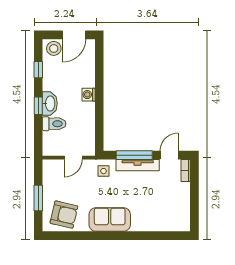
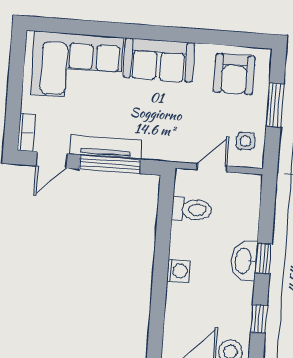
toilet: (54, 124) -> (192, 209), moved, turned 180
side table: (104, 171) -> (245, 141), moved
corner sofa: (158, 212) -> (77, 66), added
armchair: (64, 215) -> (234, 74), turned -103

